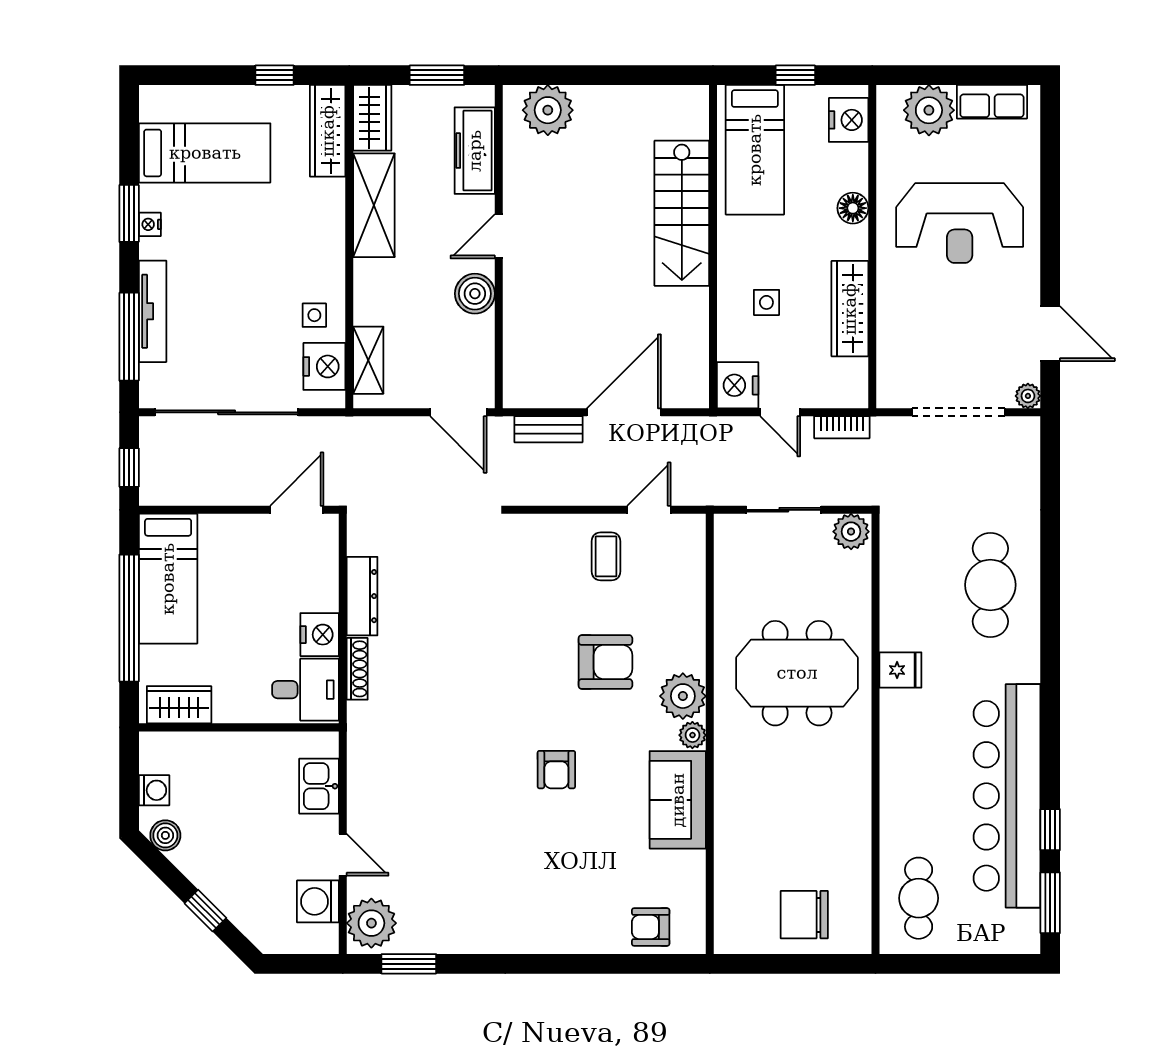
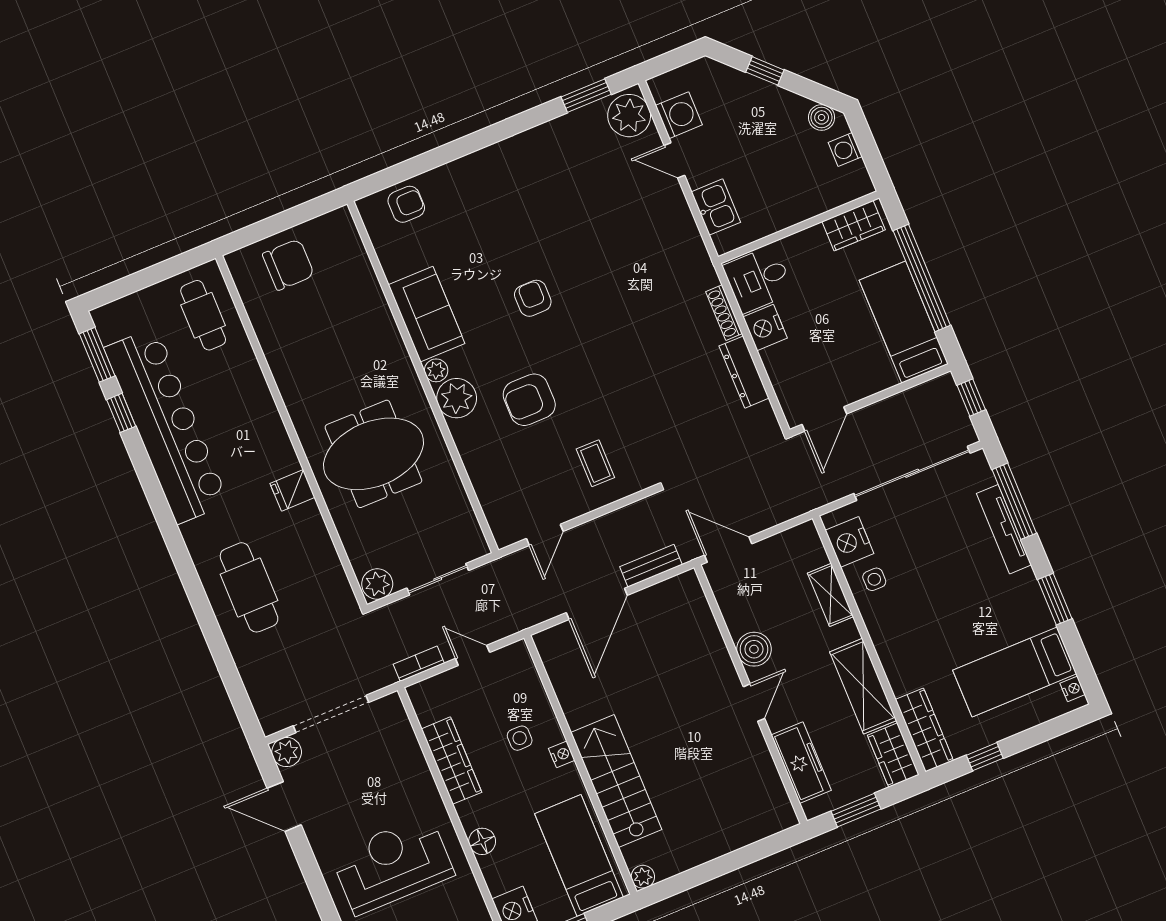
plant: (548, 110) -> (643, 877), moved, width x0.53, depth x0.53
nightstand: (150, 224) -> (1073, 689), moved
shelving: (368, 360) -> (831, 595), moved
nightstand: (738, 385) -> (562, 754), moved, width x0.53, depth x0.56
plant: (1028, 396) -> (287, 752), width x1.38, depth x1.38
coffee table: (606, 556) -> (595, 463), moved

